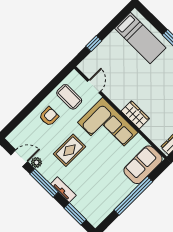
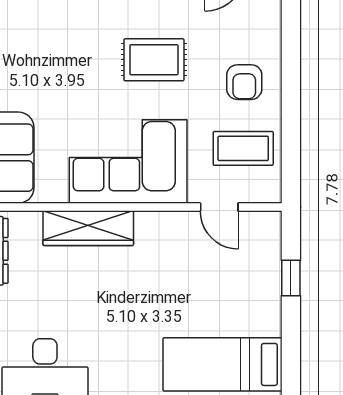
wardrobe: (135, 115) -> (88, 228), width x1.50
rug: (69, 150) -> (154, 60), turned 90

